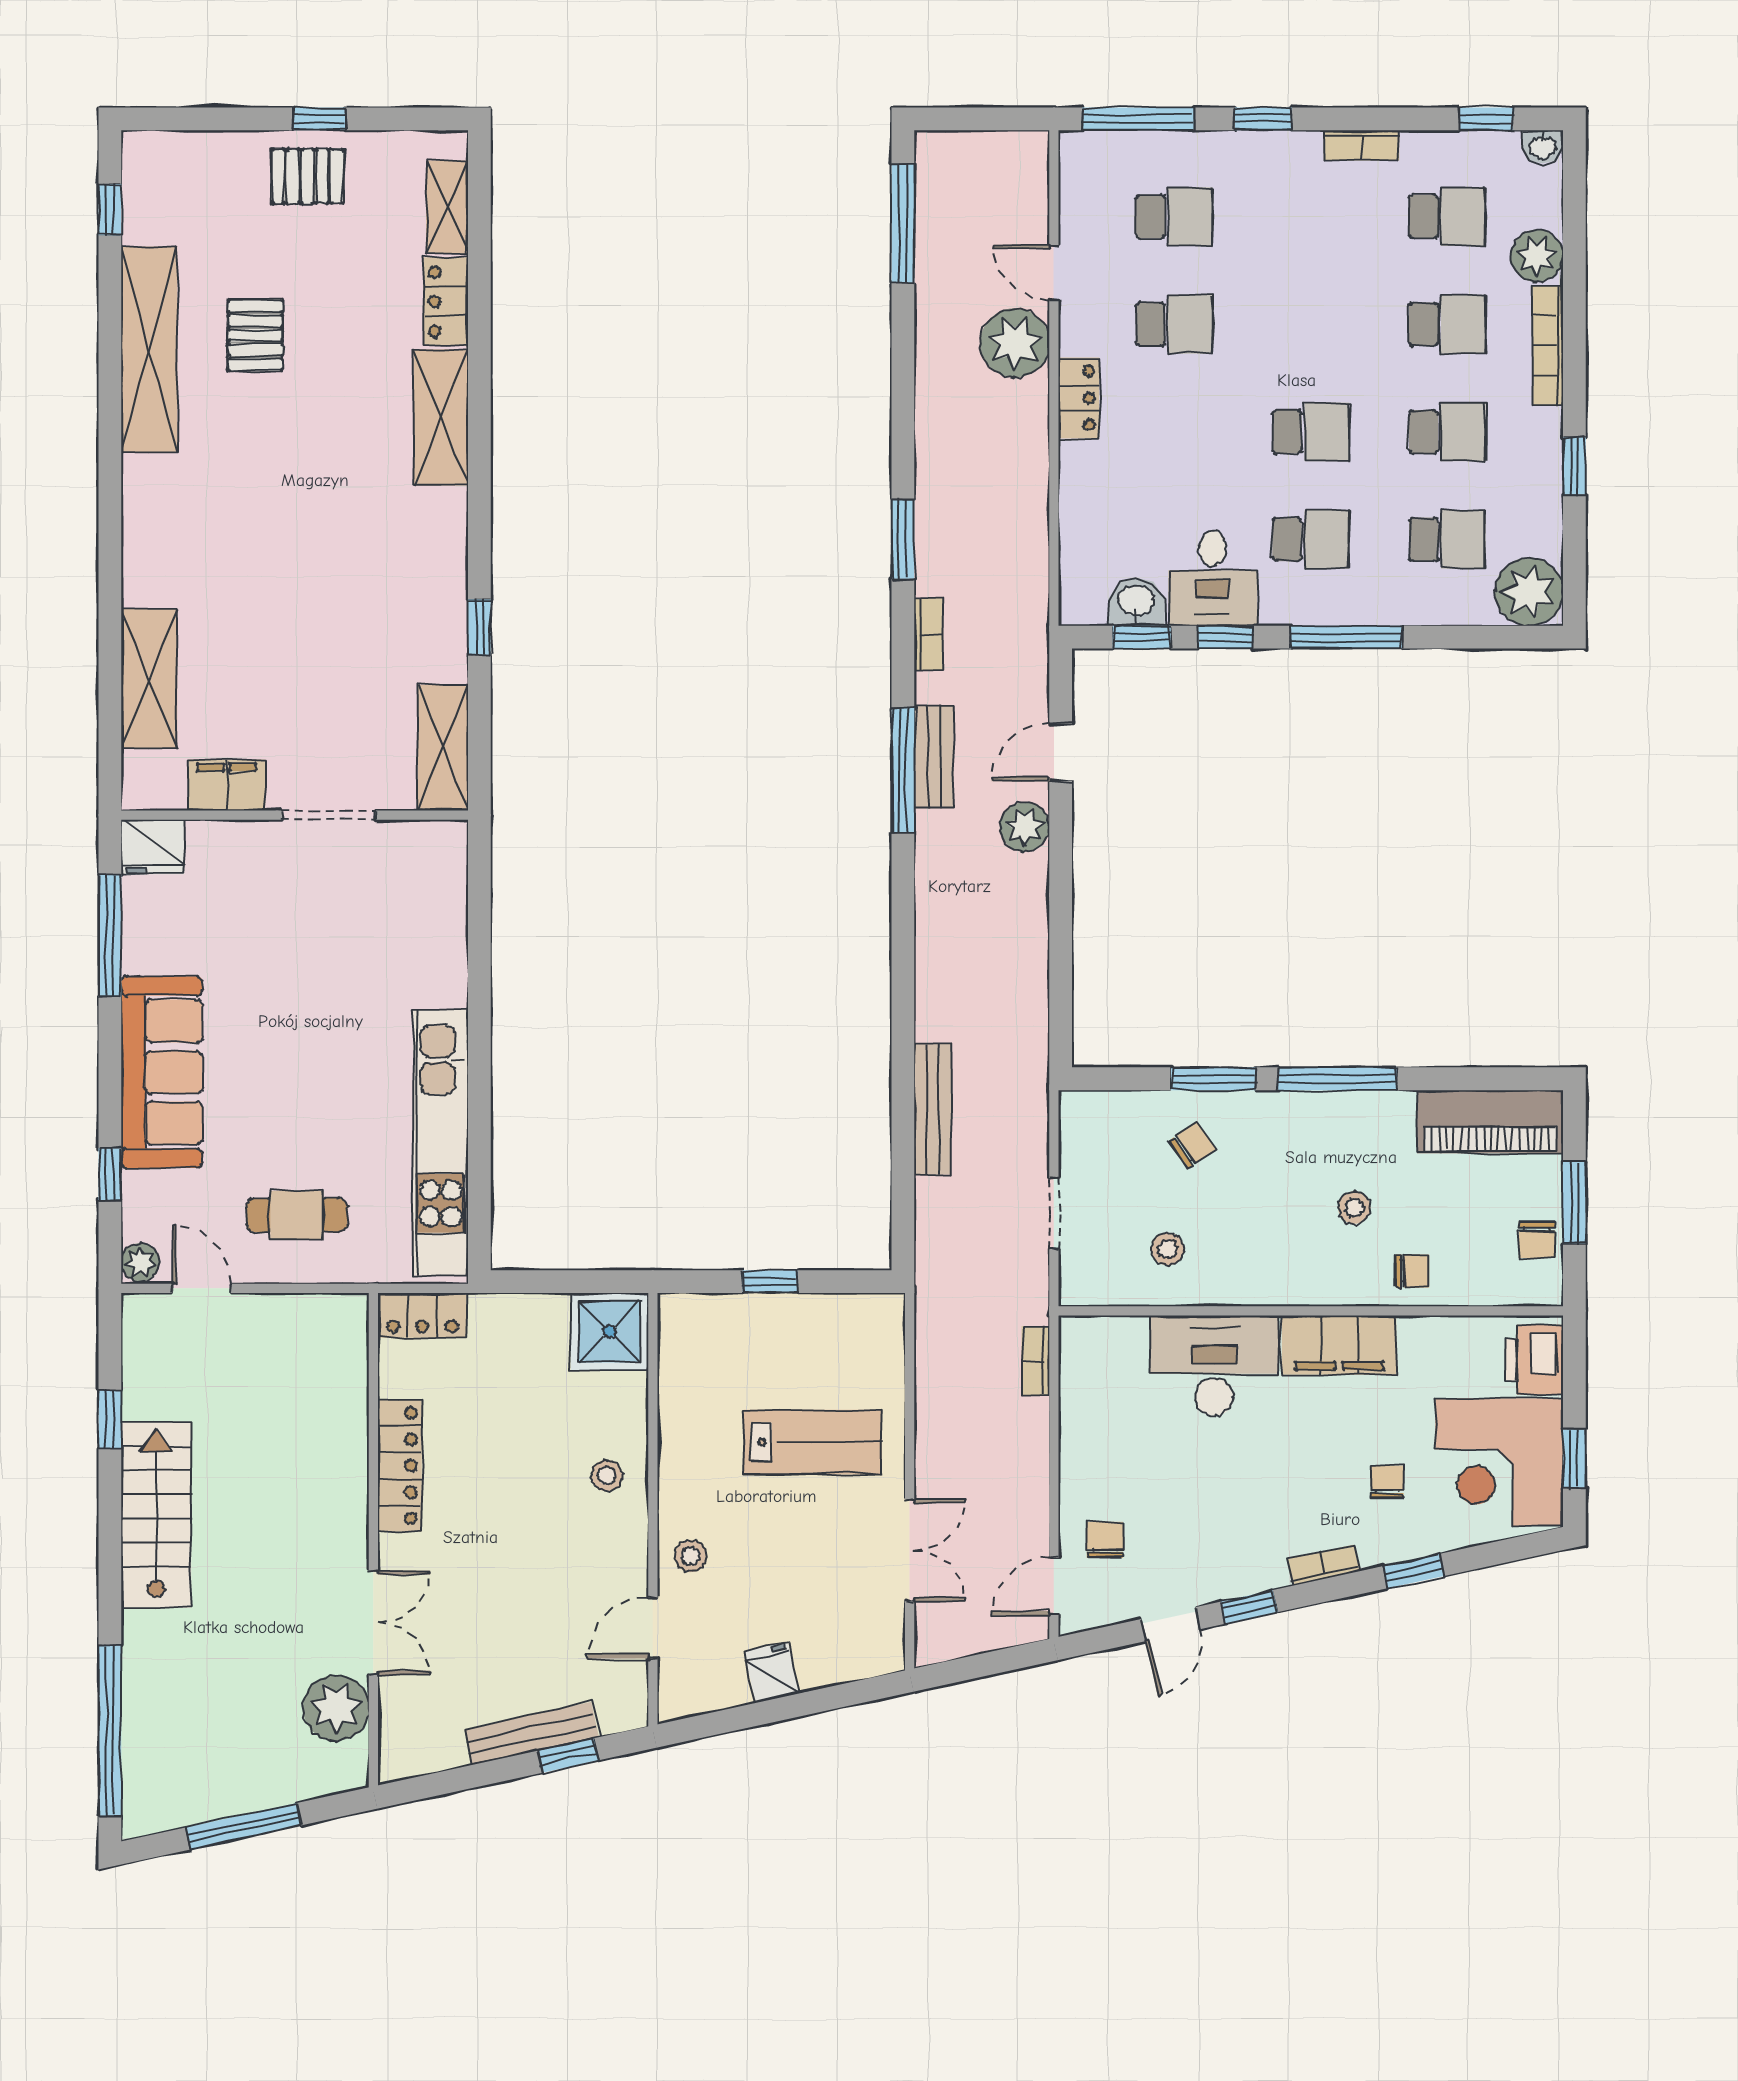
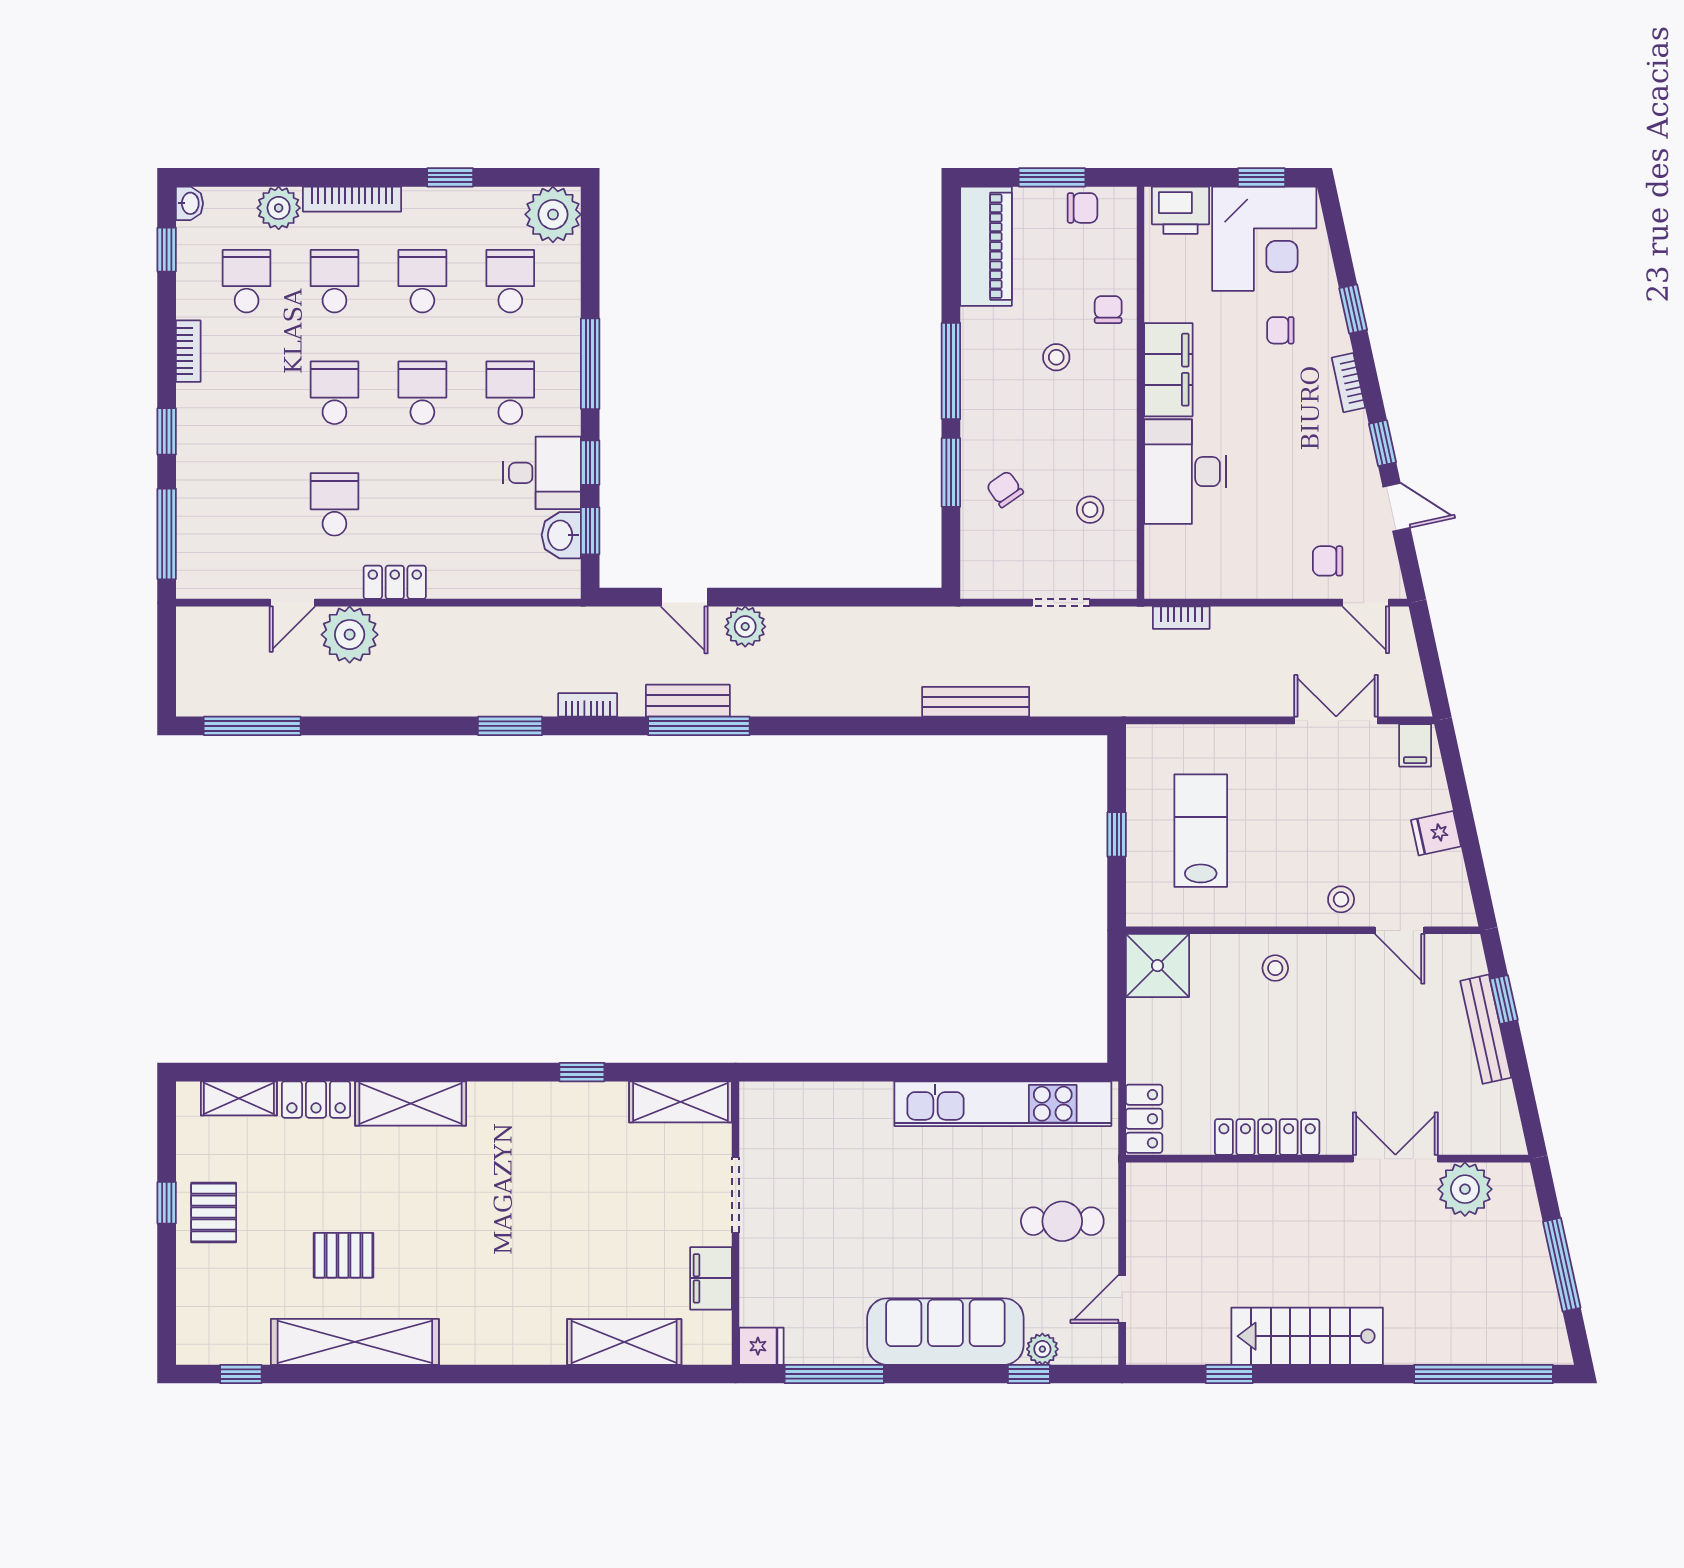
school desk: (1174, 217) -> (334, 393), moved
fridge: (153, 847) -> (761, 1346), width x0.72
cafe table: (297, 1215) -> (1062, 1221), turned 90
plant: (140, 1262) -> (1042, 1349), moved
lab bench: (813, 1442) -> (1201, 831), moved
filing cabinet: (879, 1647) -> (1415, 745), added

